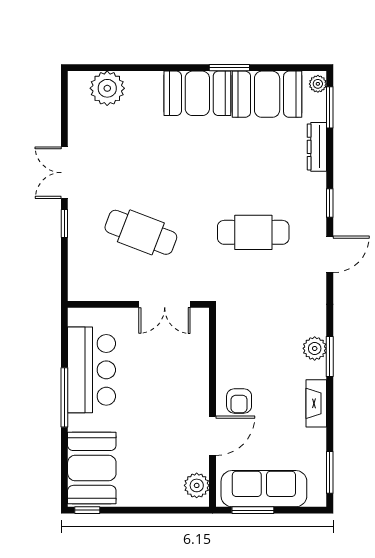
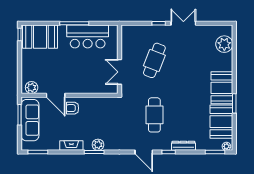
dresser: (317, 147) -> (183, 146), moved

